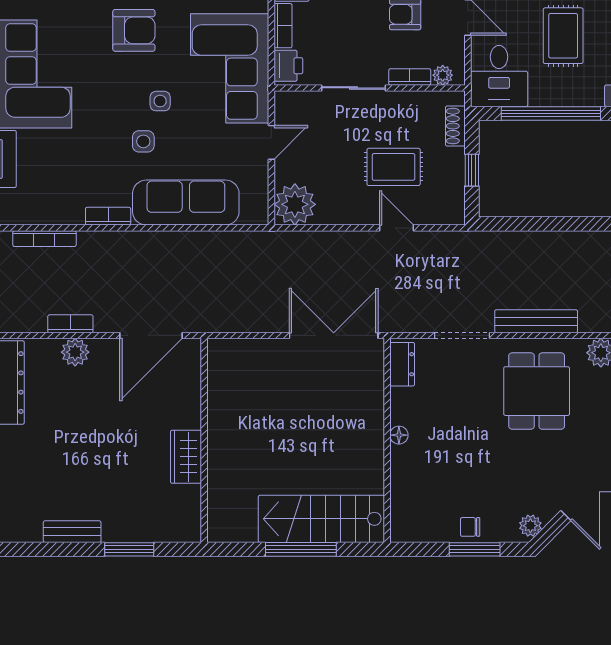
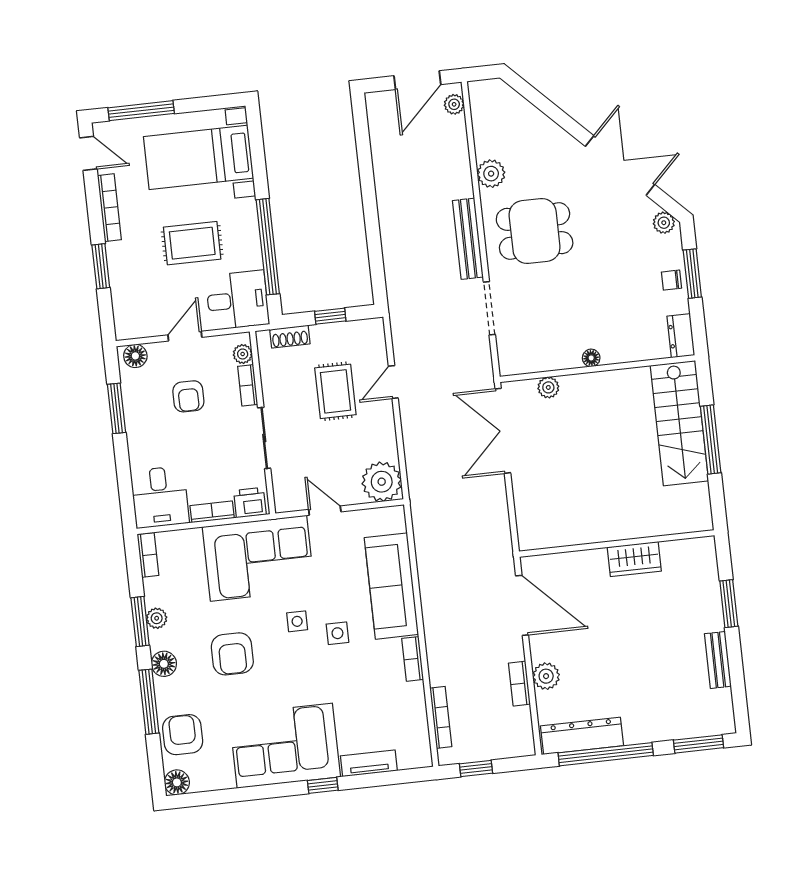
armchair: (134, 30) -> (232, 654), turned 180
dresser: (402, 364) -> (681, 336), moved, turned -90
plant: (373, 387) -> (548, 387), added
chair: (470, 527) -> (671, 280), turned 90

